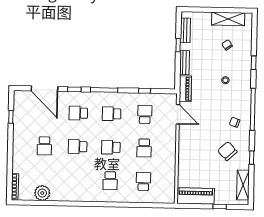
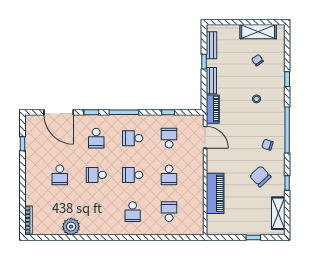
school desk: (78, 113) -> (96, 138), turned -90
plant: (42, 193) -> (71, 227), moved
piano: (196, 196) -> (215, 193), moved, turned 90

